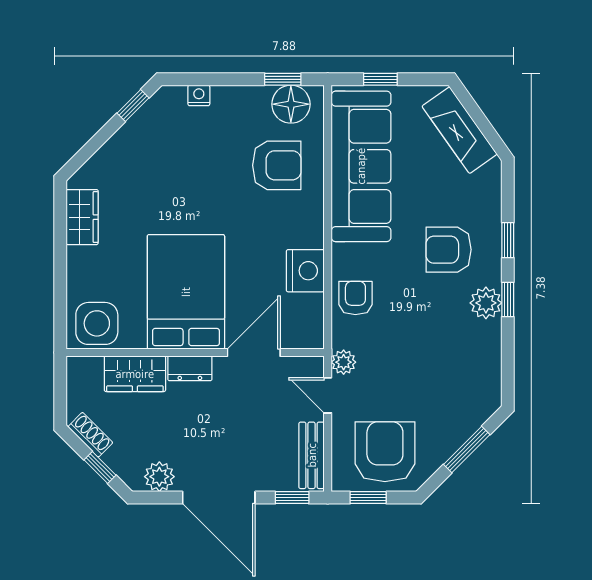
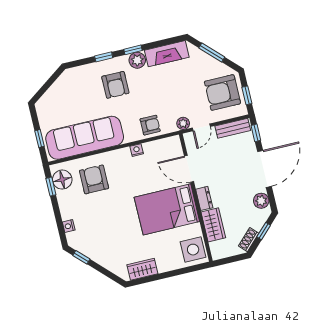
fireplace: (459, 130) -> (167, 54), moved, turned 35
nightstand: (305, 271) -> (137, 150), width x0.53, depth x0.56
armchair: (355, 298) -> (150, 125), turned 180

